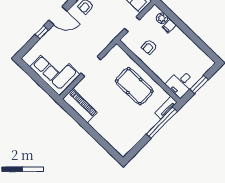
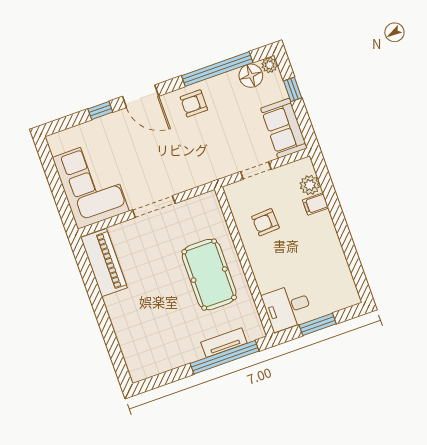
tv unit: (166, 108) -> (224, 343), moved

